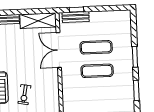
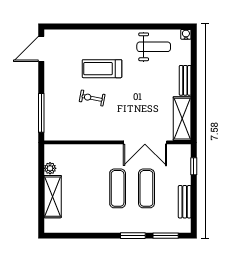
bench: (76, 17) -> (185, 202), moved
double door: (59, 50) -> (145, 142), swing flipped
window: (136, 90) -> (166, 236), moved

